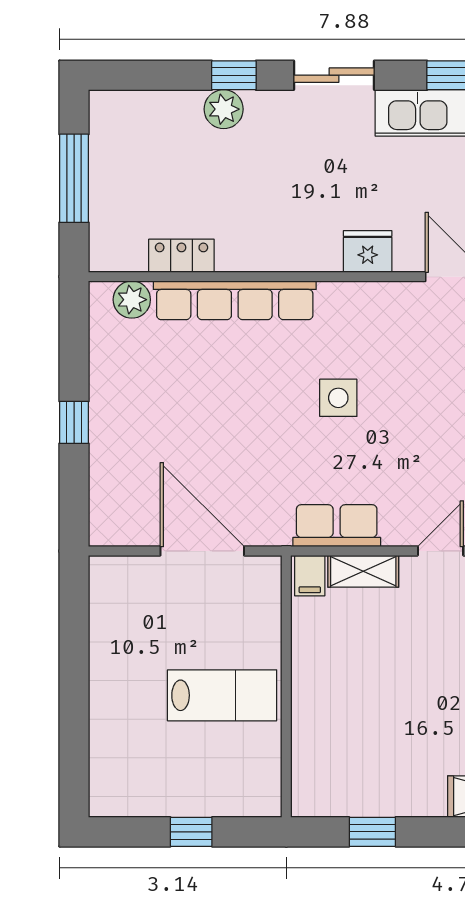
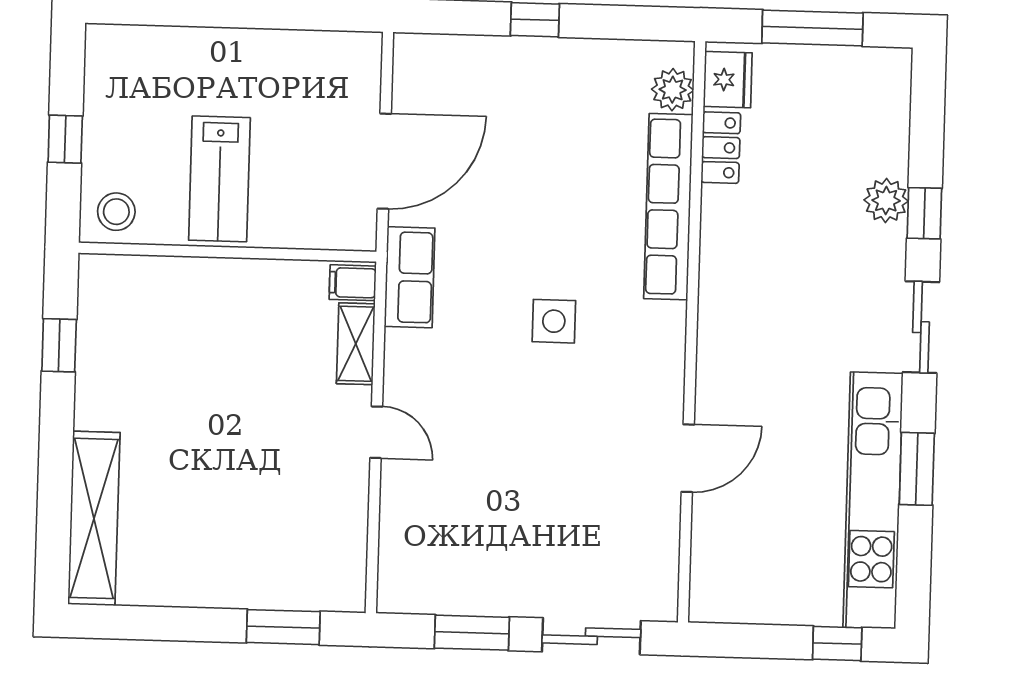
fridge: (368, 251) -> (728, 80), moved
row of seats: (337, 526) -> (410, 277), moved
stool: (253, 785) -> (116, 212), added

